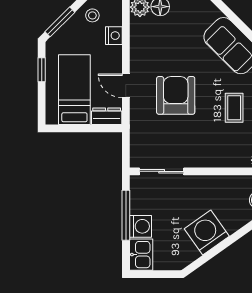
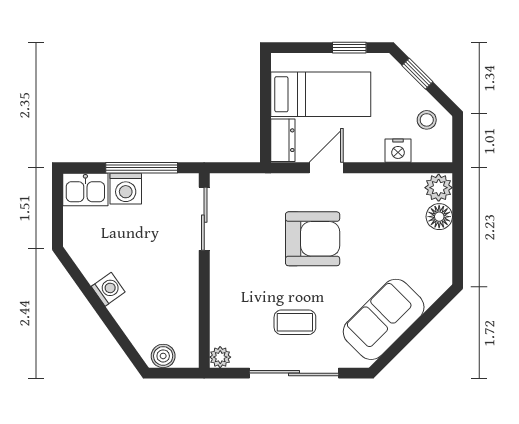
window: (60, 22) -> (417, 74), width x0.67
washing machine: (207, 232) -> (108, 289), width x0.53, depth x0.53

